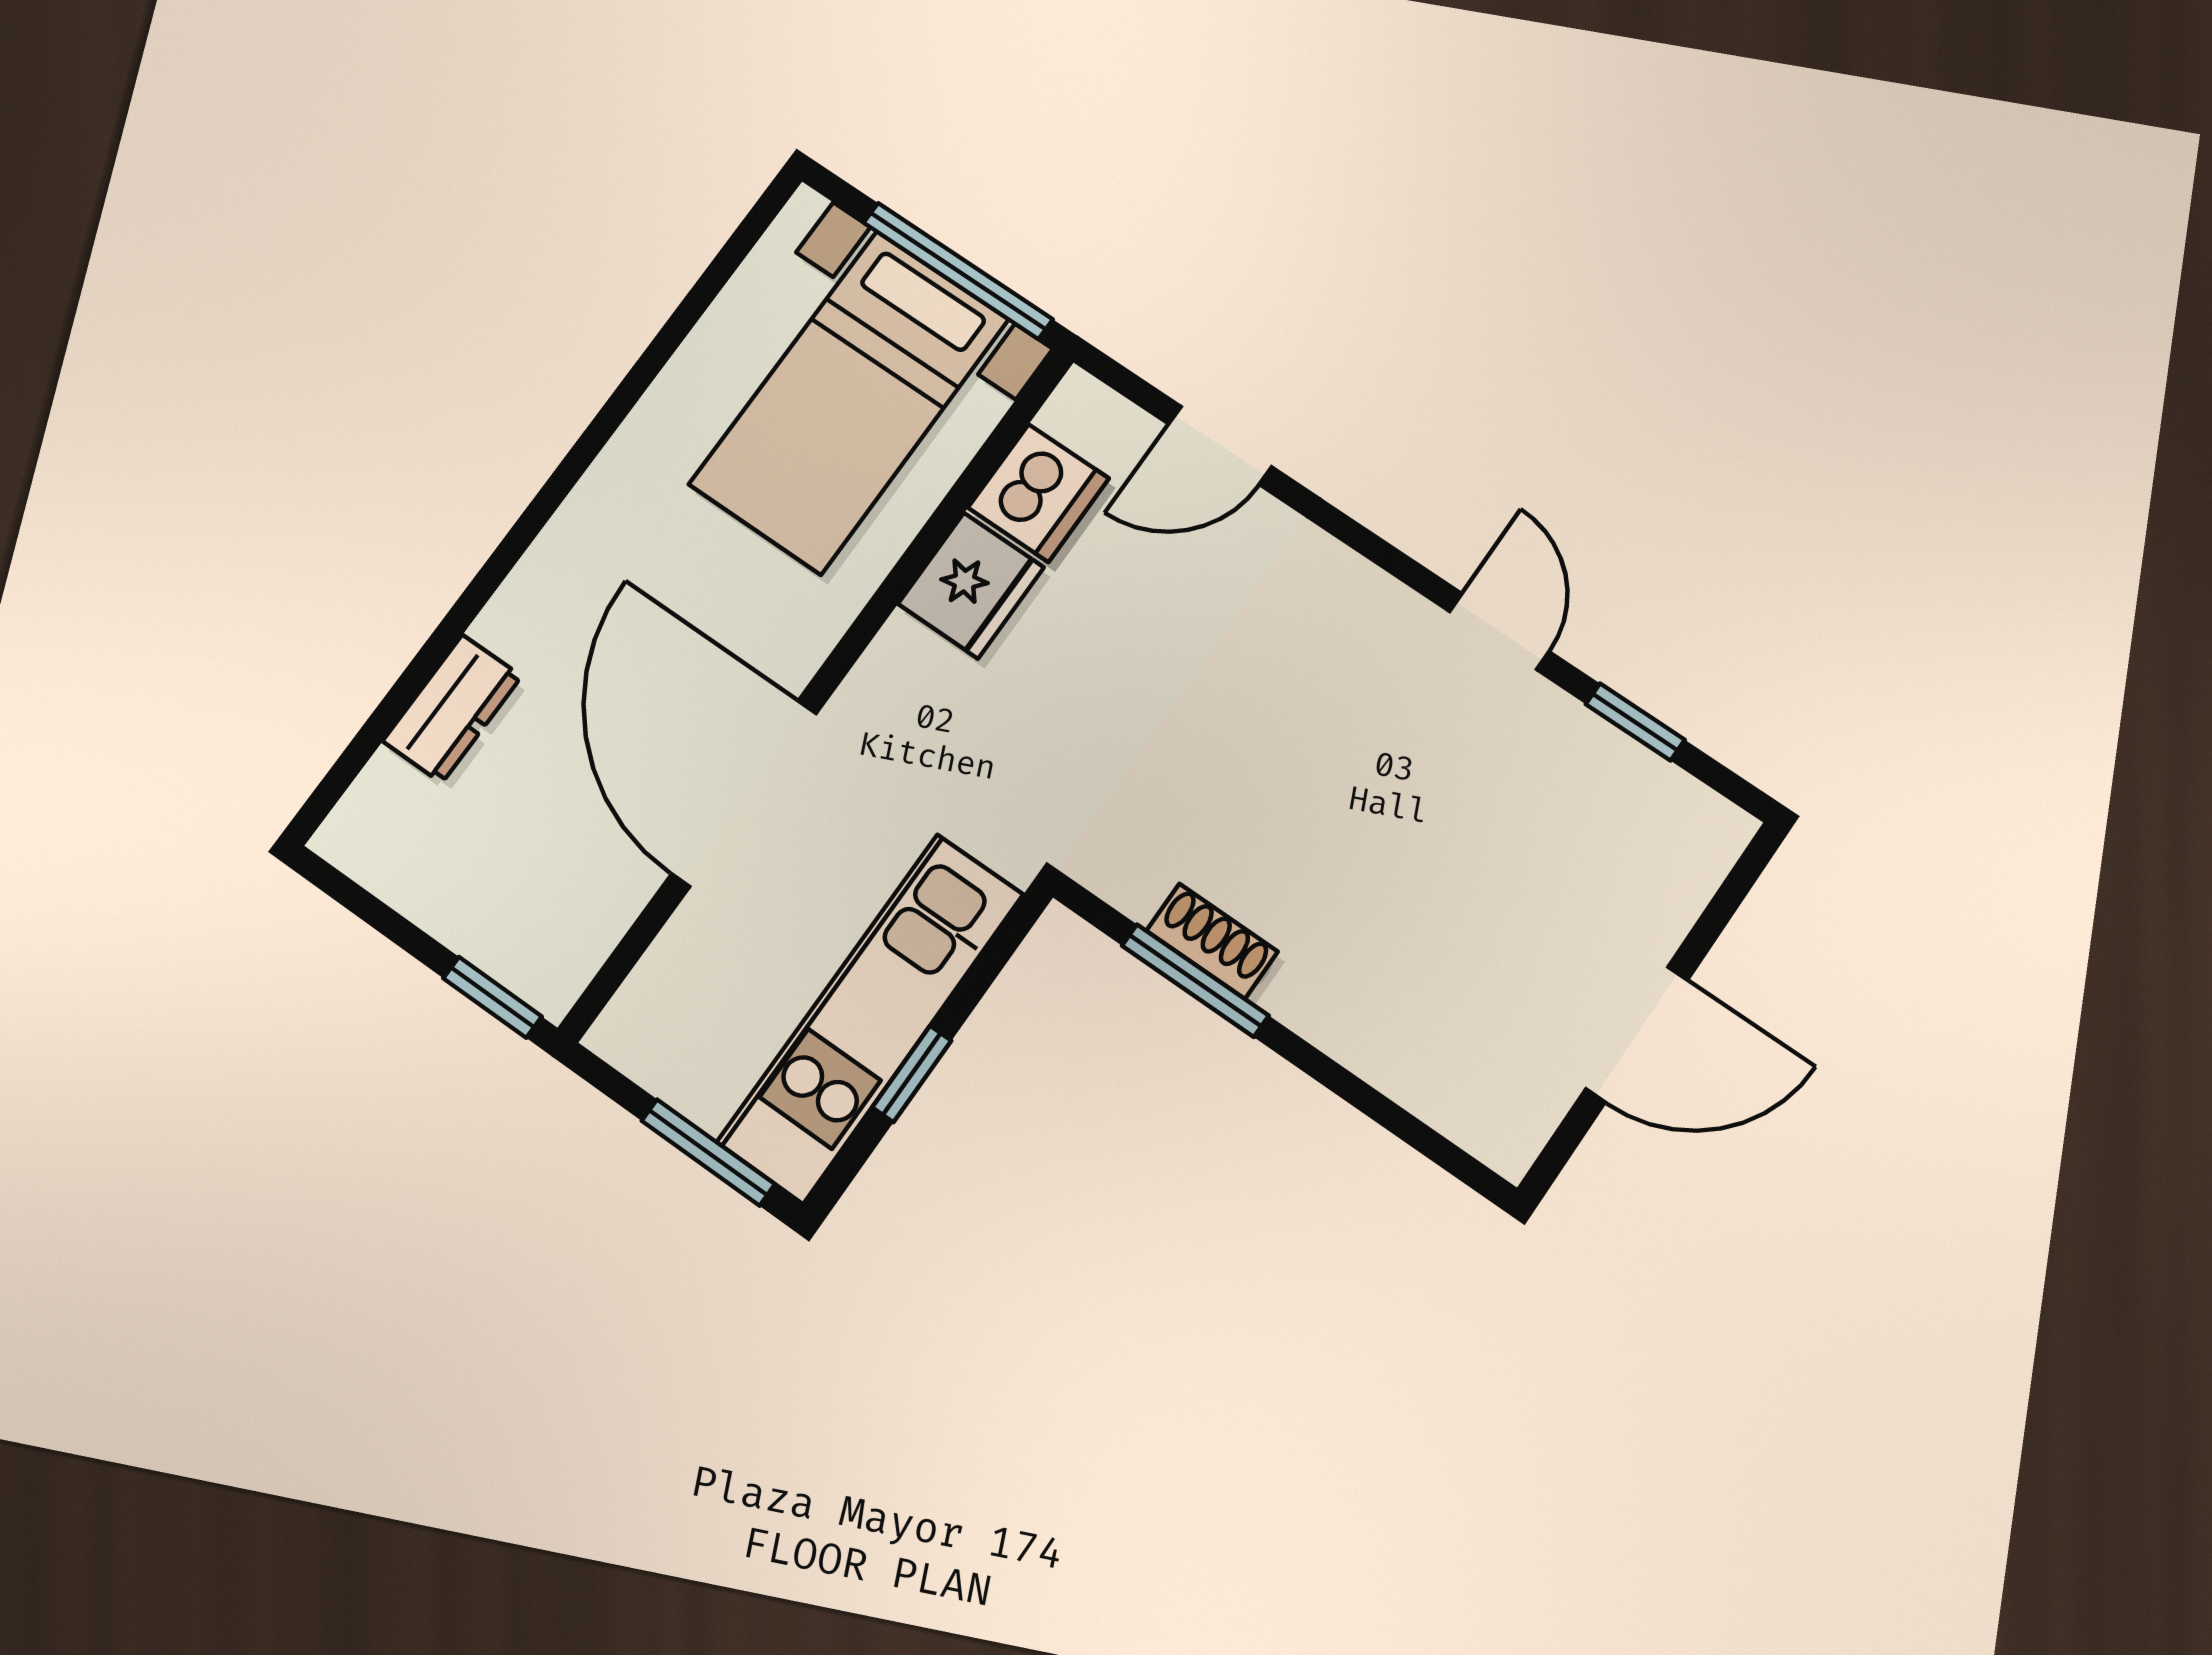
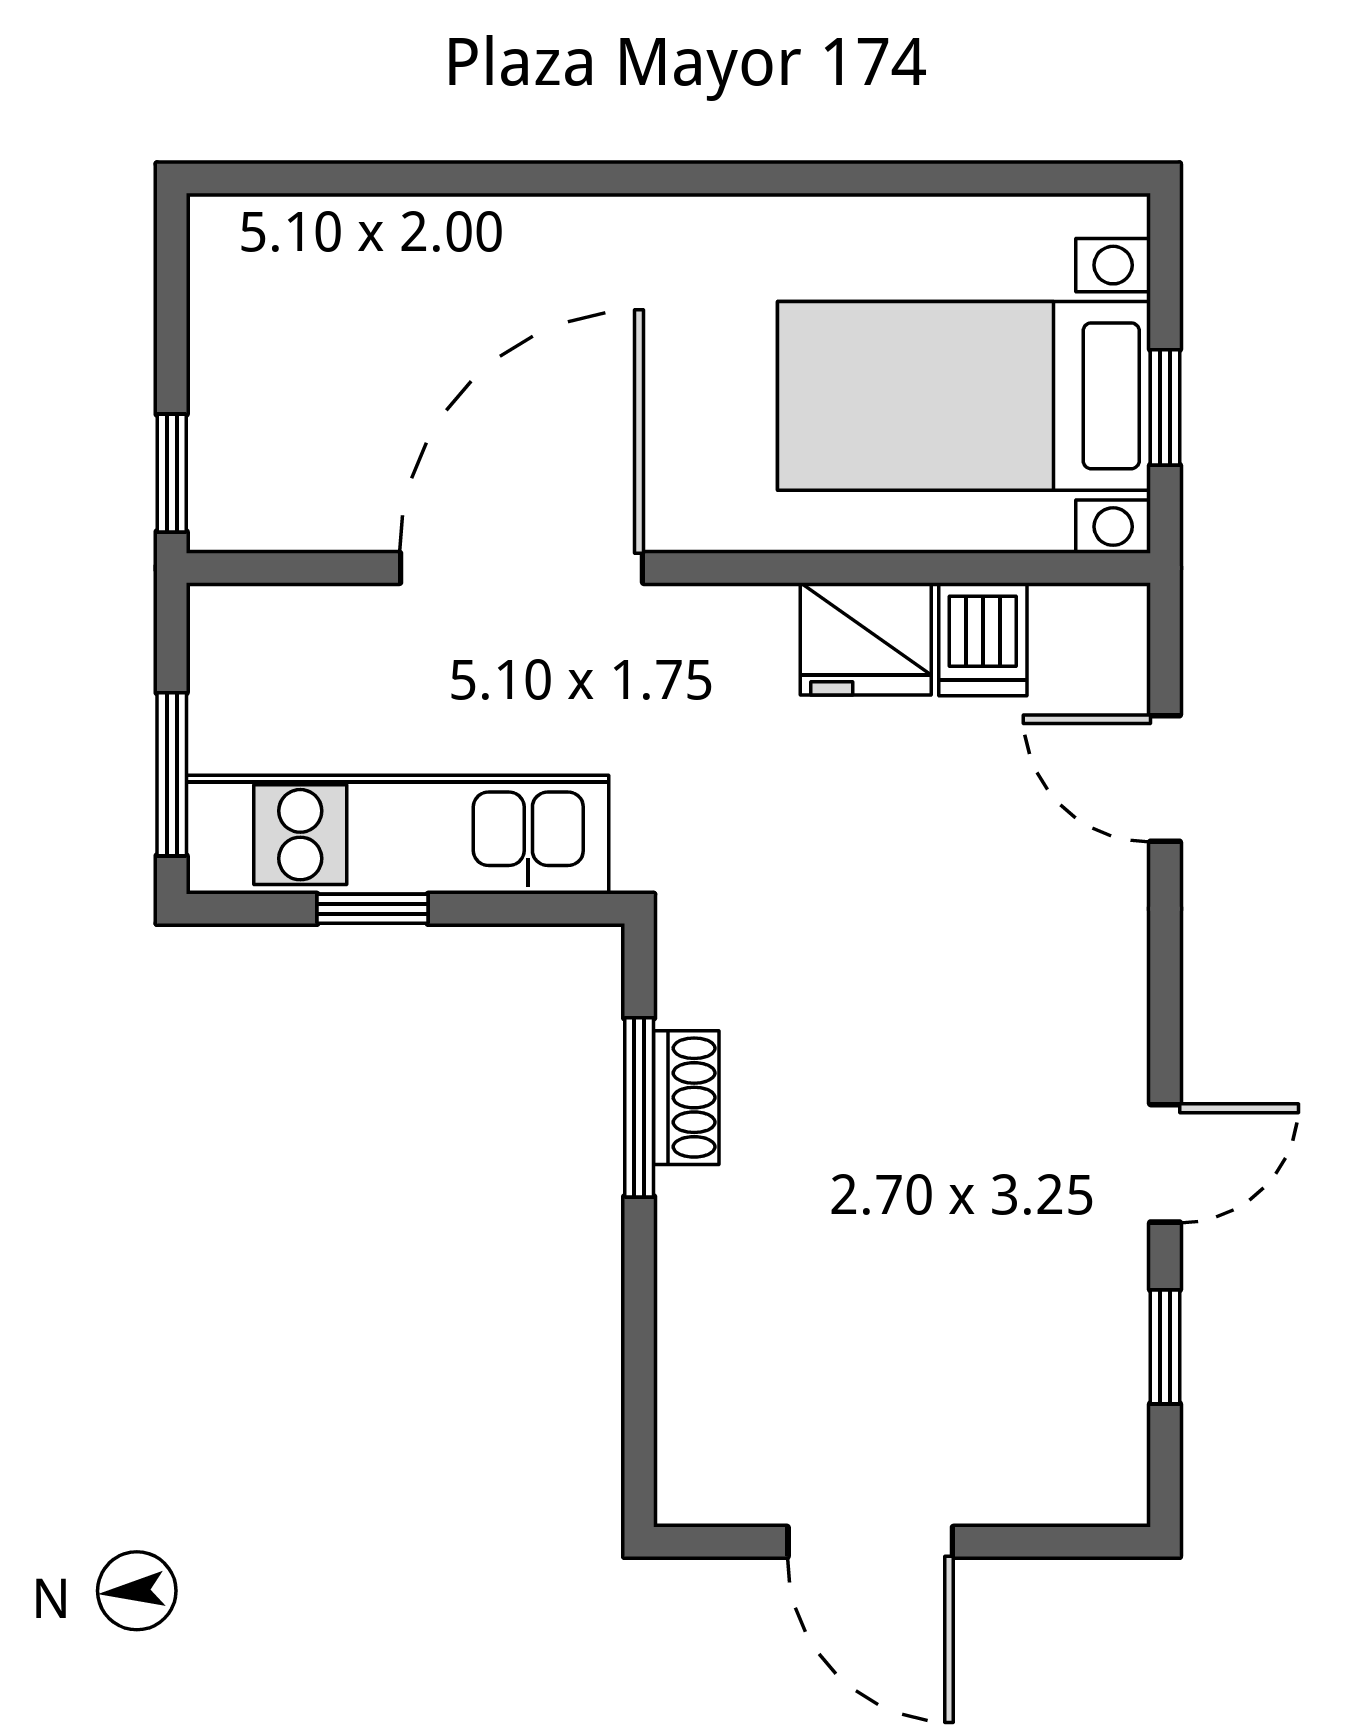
window: (958, 271) -> (1165, 407), width x0.46
dishwasher: (1038, 493) -> (983, 639), width x0.73
dresser: (452, 709) -> (409, 236), removed

